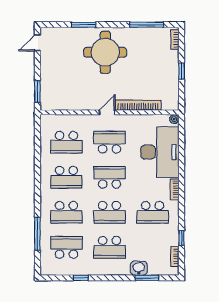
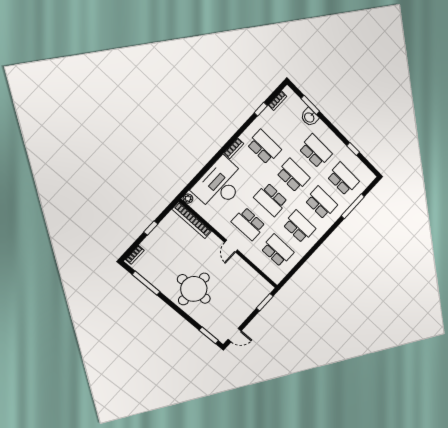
window: (84, 25) -> (209, 335), moved
bookcase: (138, 105) -> (192, 220), moved
door: (107, 112) -> (231, 246), hinge flipped
school desk: (66, 247) -> (343, 179), turned 180

